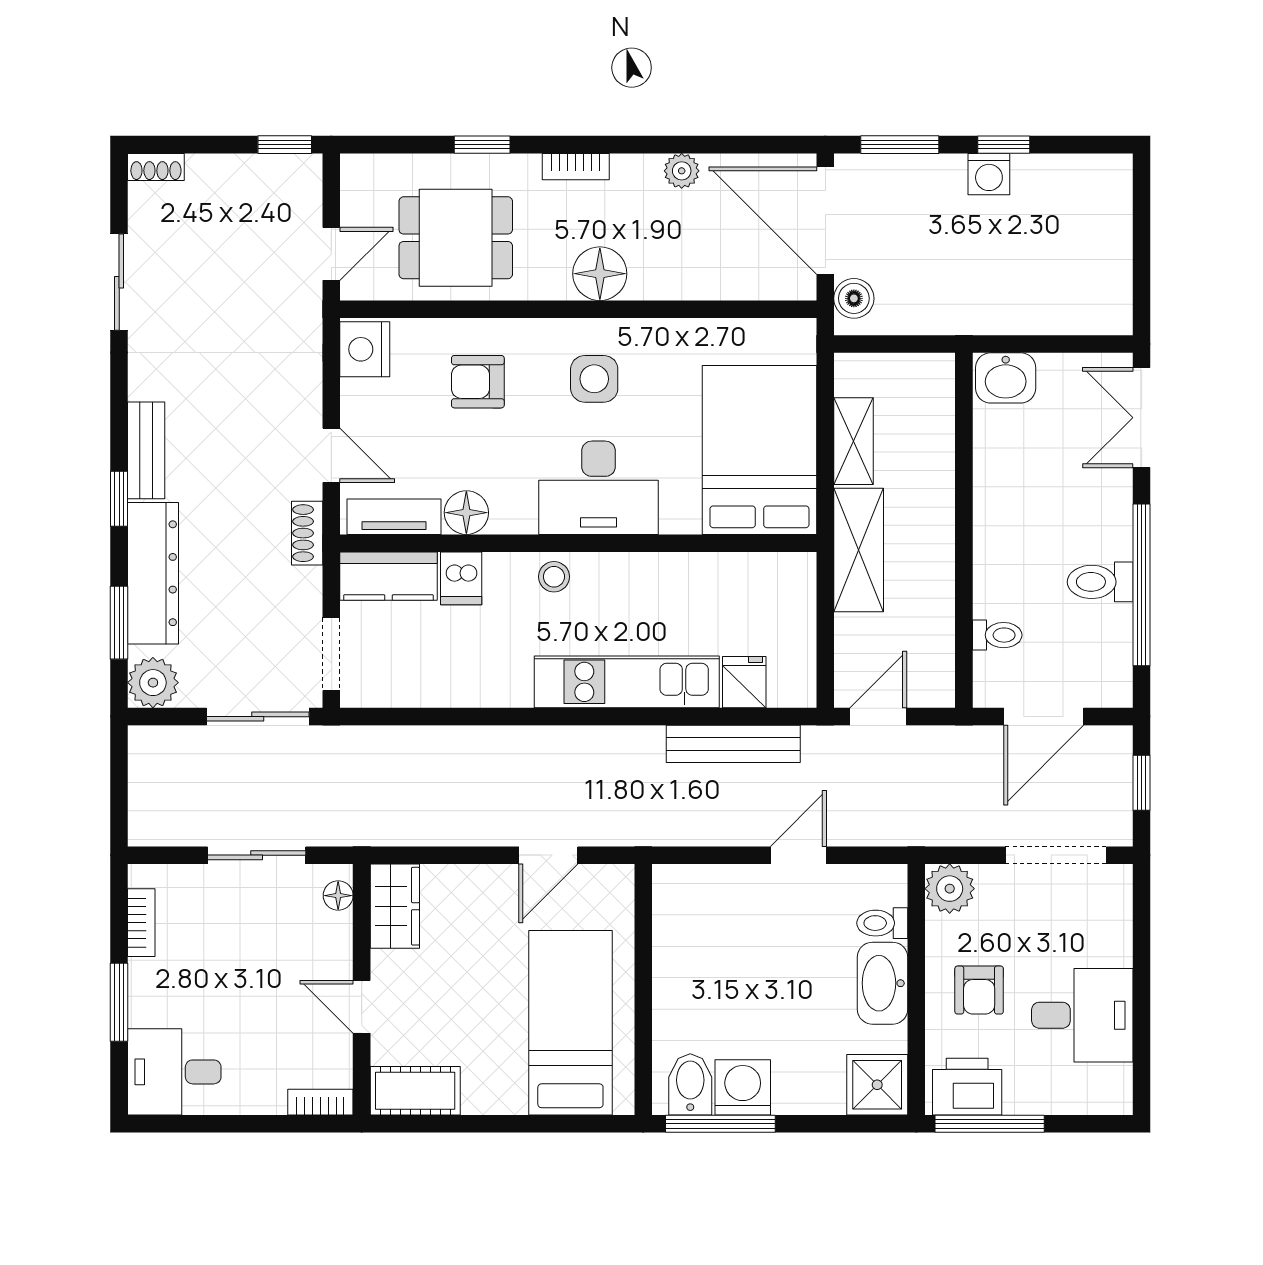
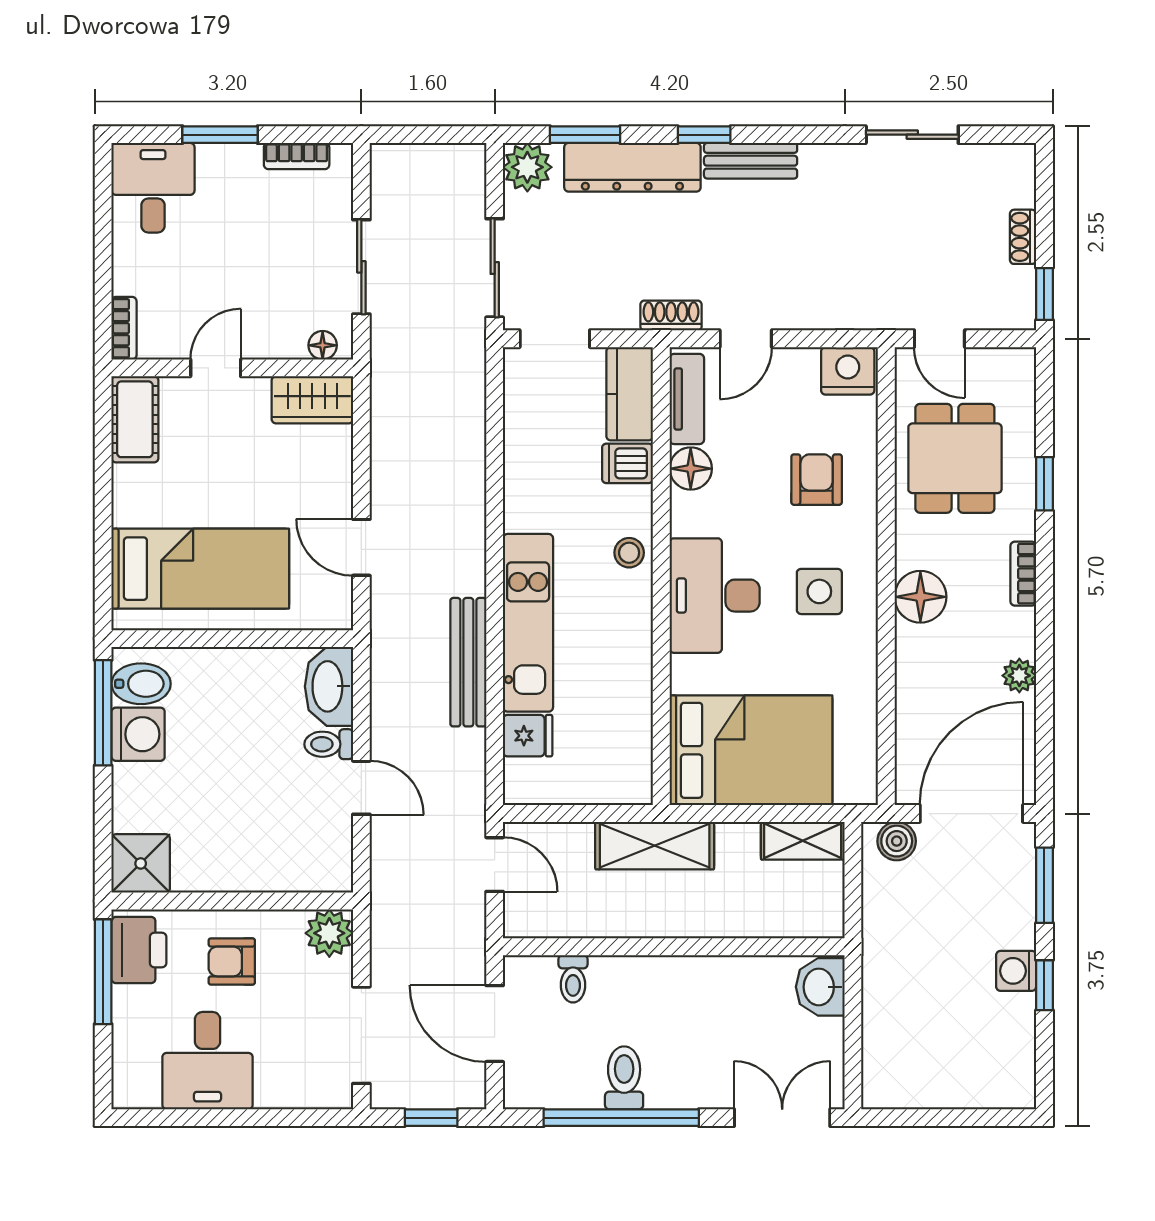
shoe rack: (156, 167) -> (1023, 237), moved
shelving: (853, 441) -> (803, 841), moved
bench: (733, 744) -> (468, 662), moved
toilet: (882, 923) -> (329, 744), moved, turned -90
washbasin: (882, 983) -> (329, 686), moved, turned -90

